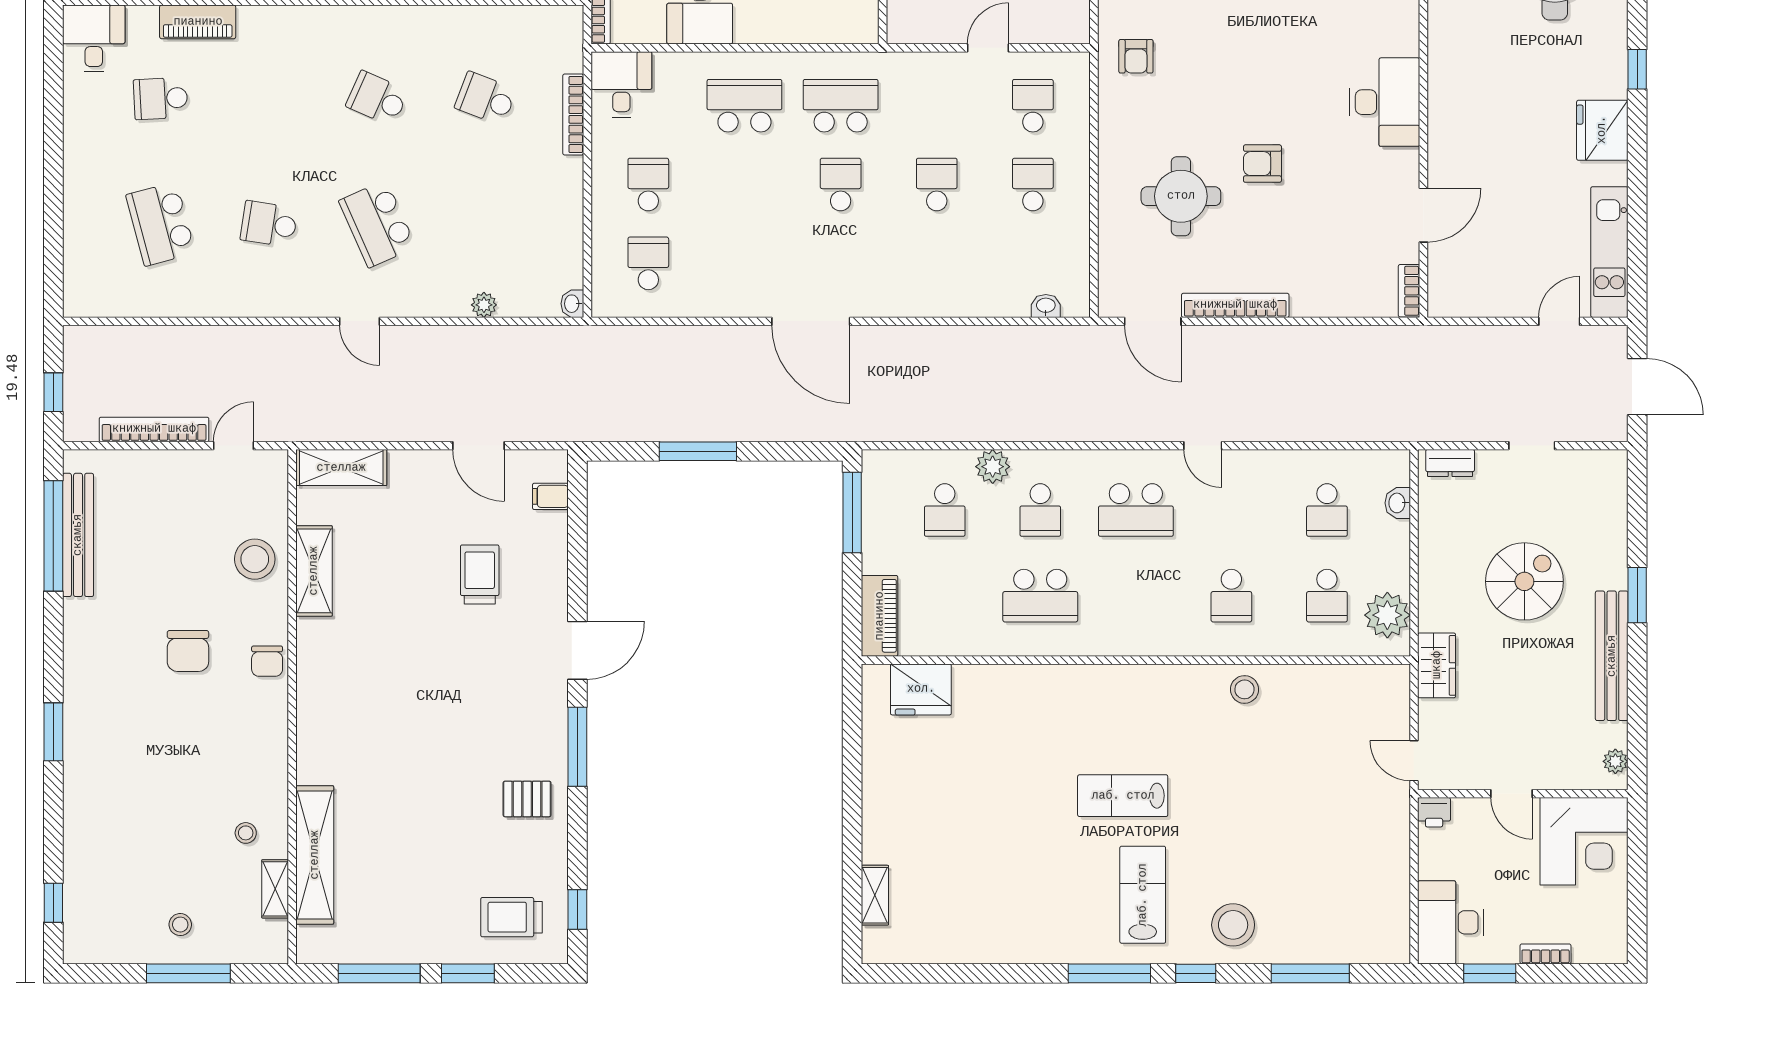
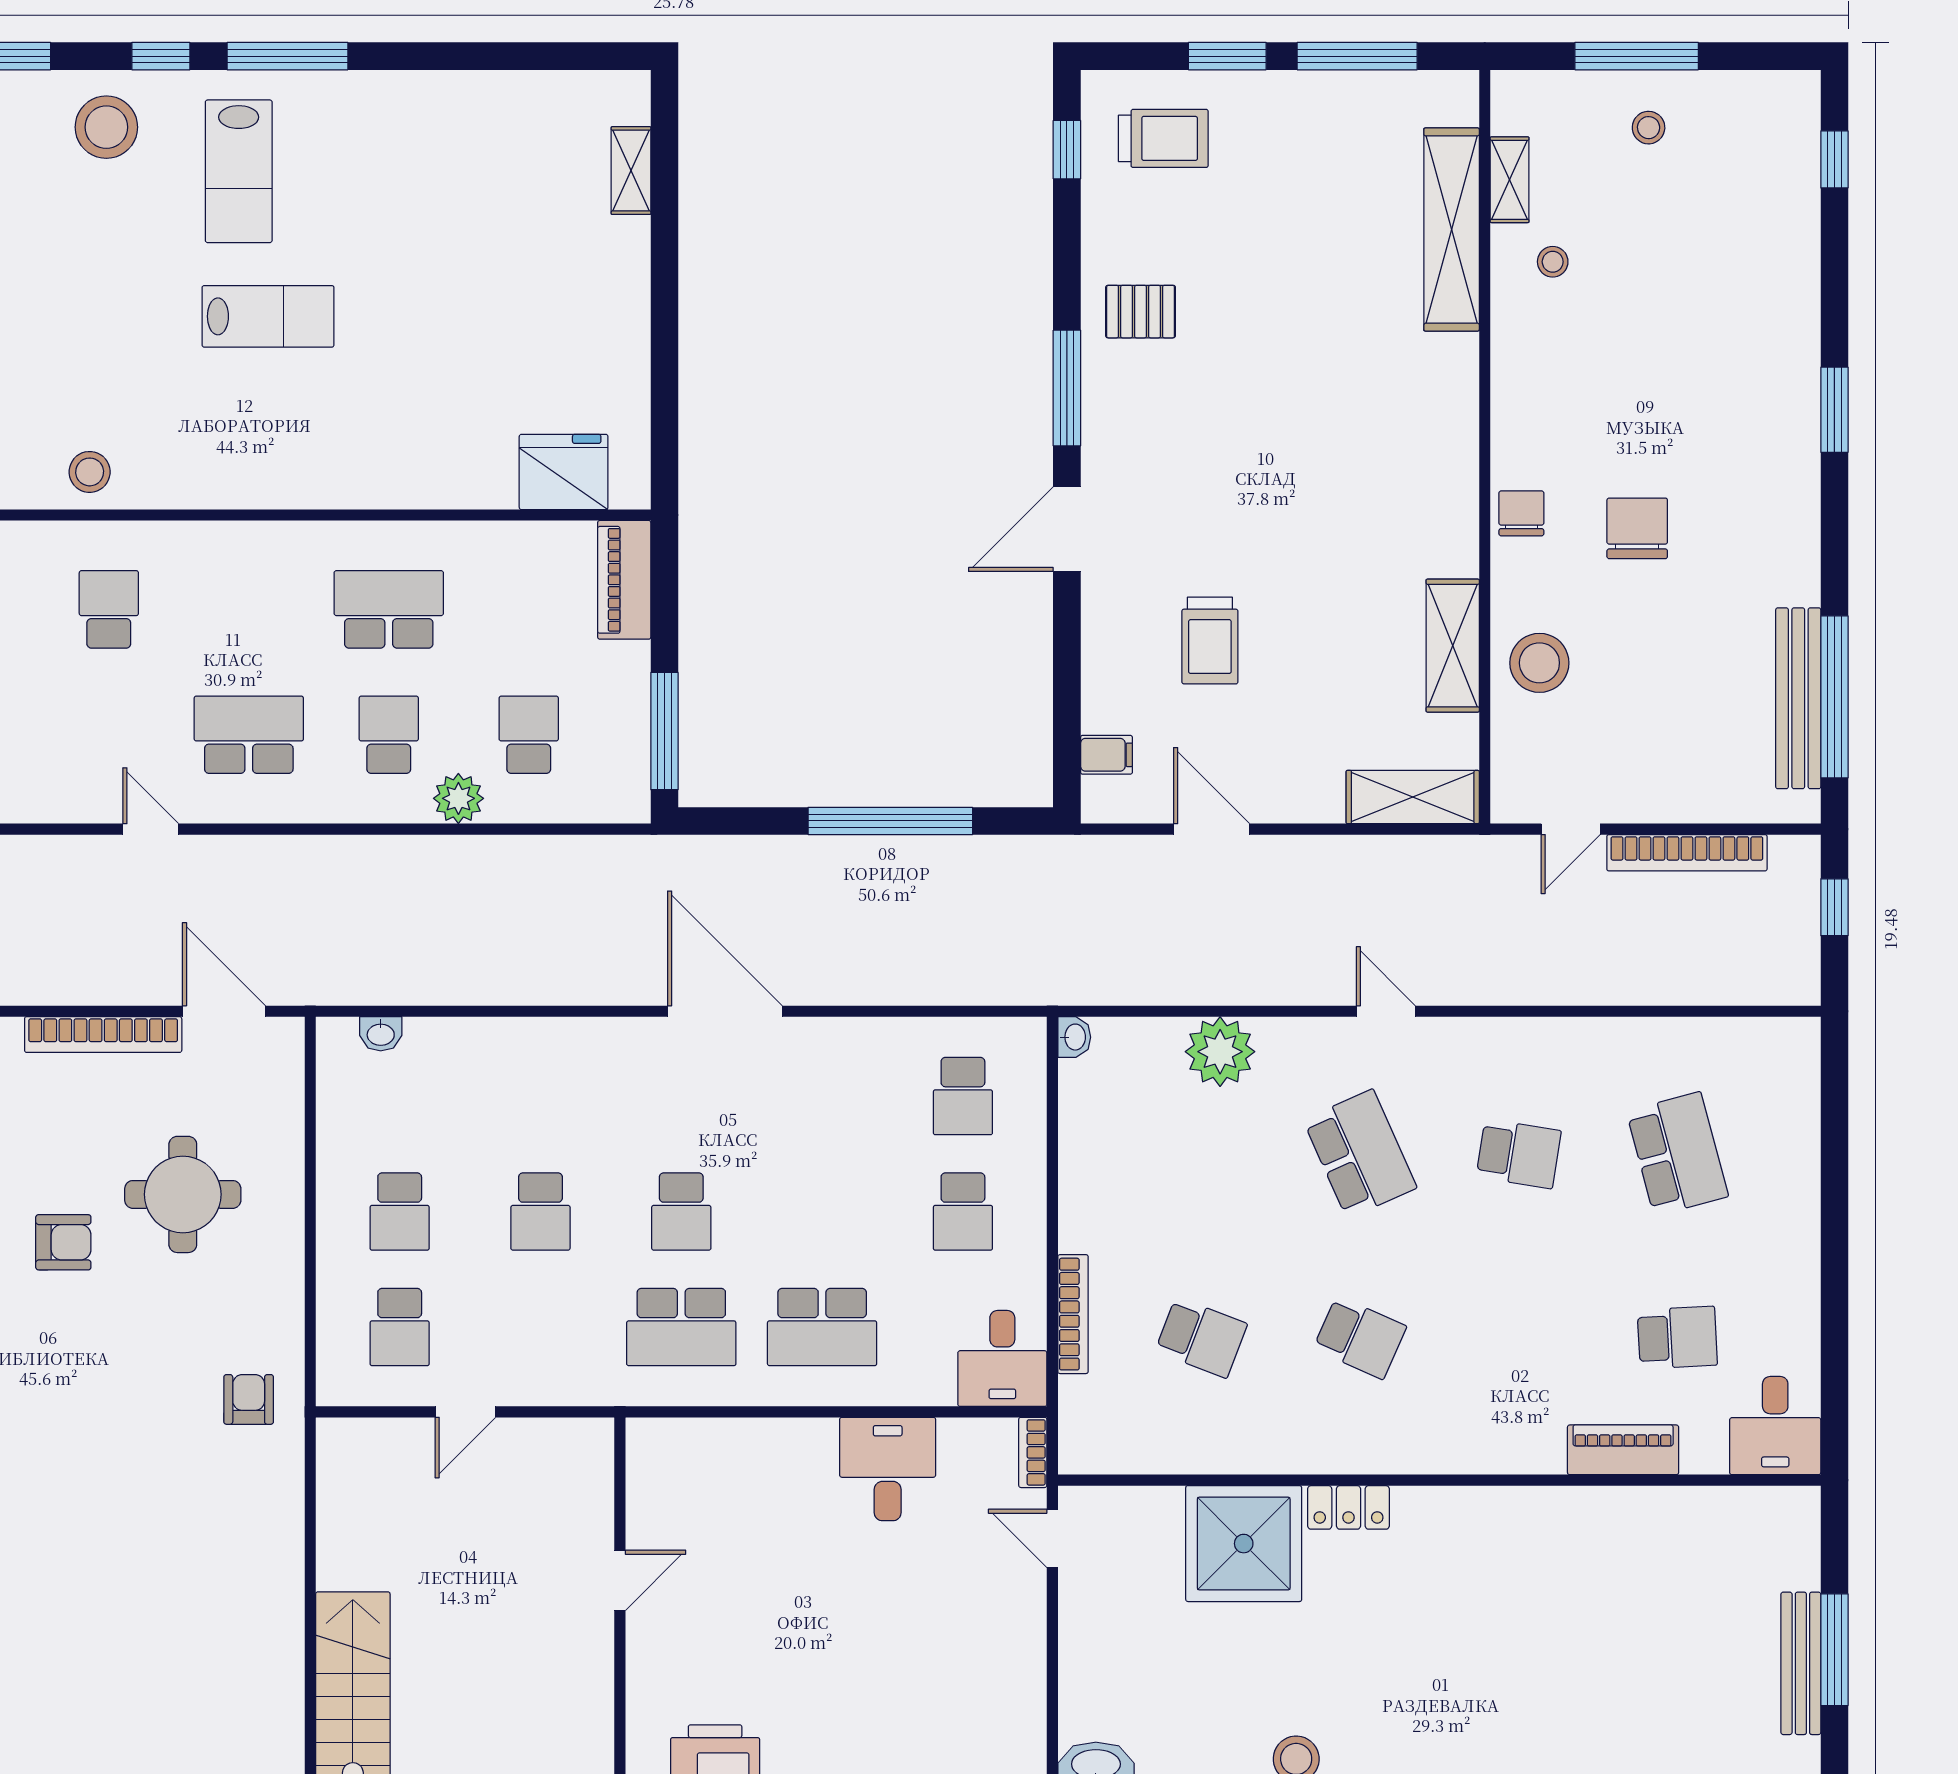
plant: (484, 305) -> (1220, 1052), width x1.88, depth x1.88
window: (698, 451) -> (890, 821), width x1.46

